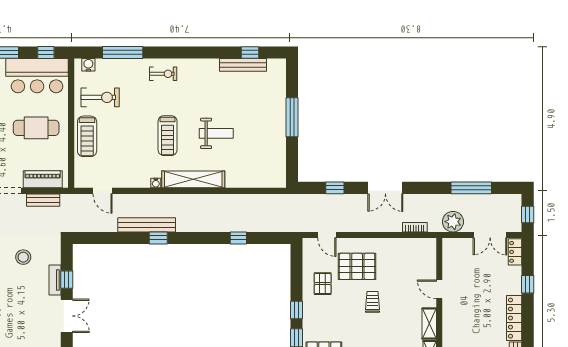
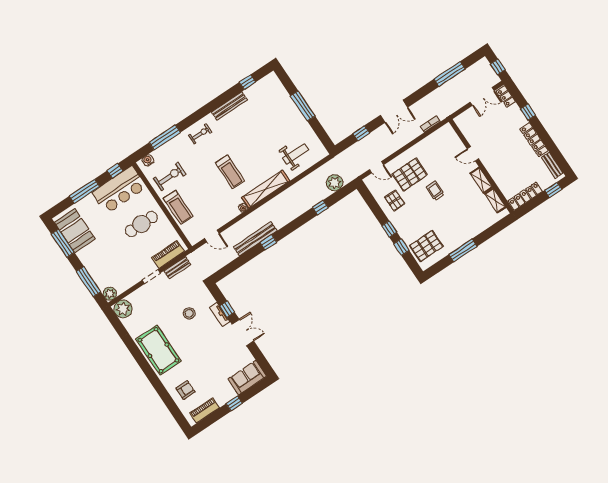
bench: (243, 65) -> (229, 106), moved
weight bench: (216, 133) -> (296, 154), moved
plant: (453, 222) -> (334, 183), moved

